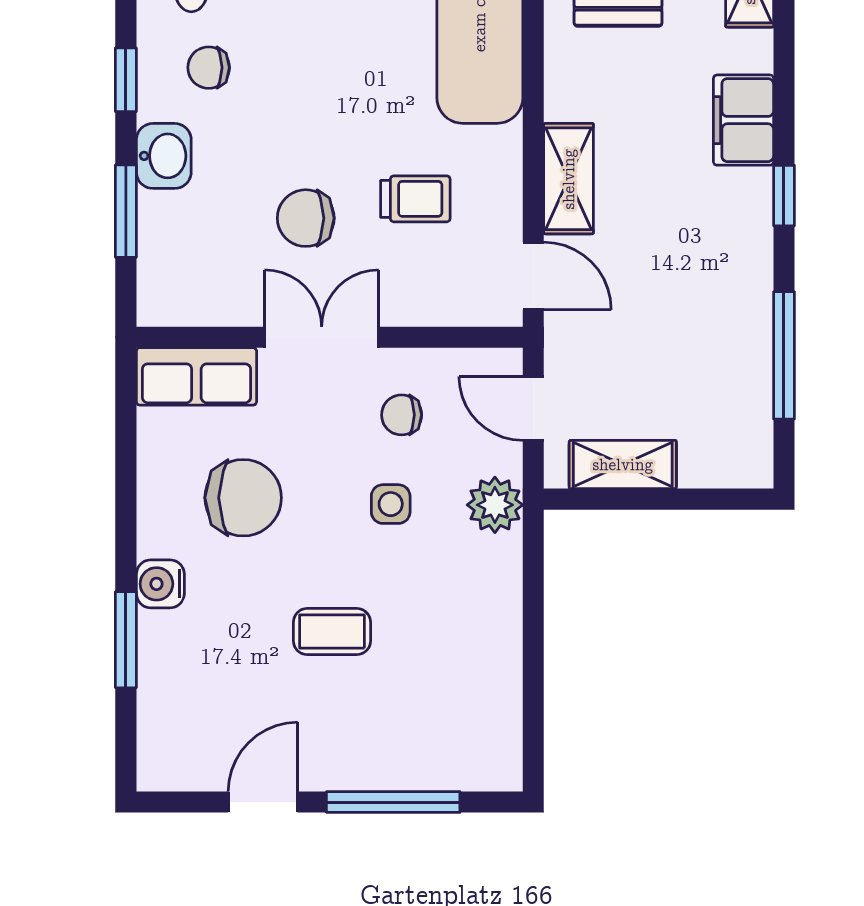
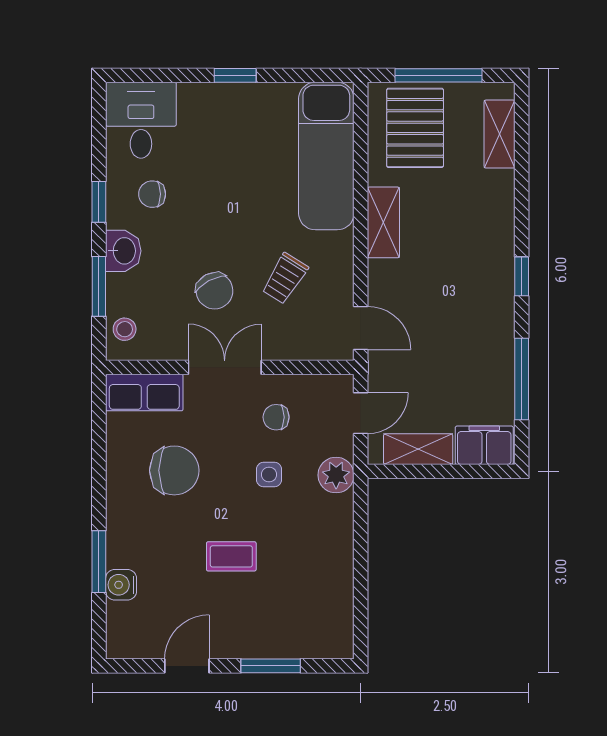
filing cabinet: (743, 120) -> (484, 445), moved, turned 90
shelving: (569, 179) -> (383, 222), moved
trolley: (415, 199) -> (285, 278), turned 122
chair: (306, 218) -> (214, 291), turned -118
stool: (166, 278) -> (125, 329), added
door: (533, 409) -> (361, 413), swing flipped
water cooler: (160, 584) -> (121, 585), moved
window: (393, 802) -> (271, 666), width x0.69

